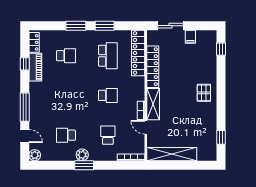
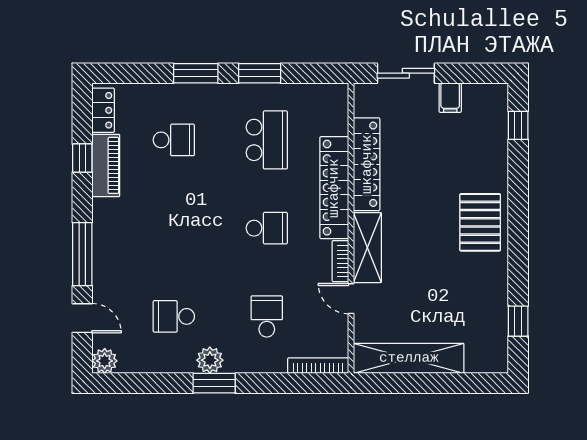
locker: (138, 53) -> (334, 188), moved
pallet: (204, 93) -> (480, 222), width x1.50, depth x1.42

